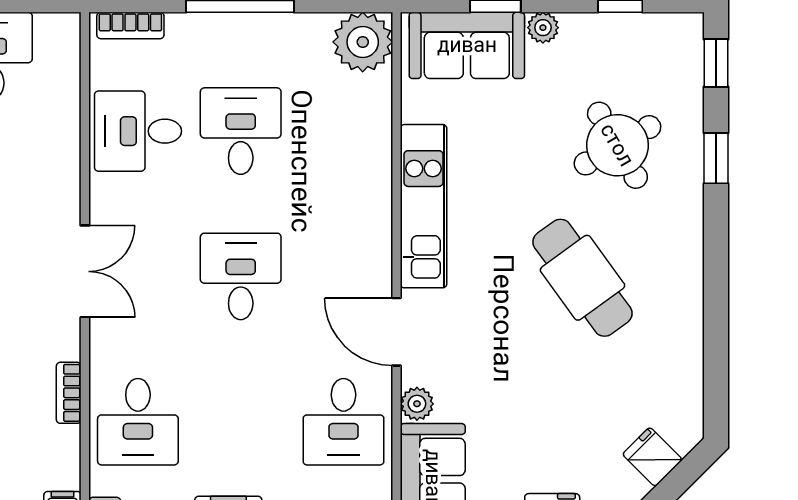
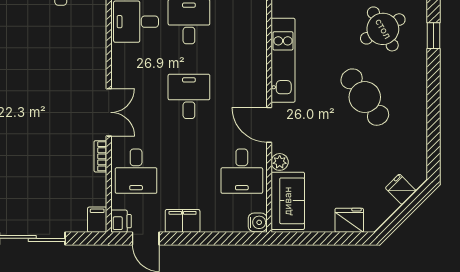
double door: (85, 271) -> (109, 112), moved

